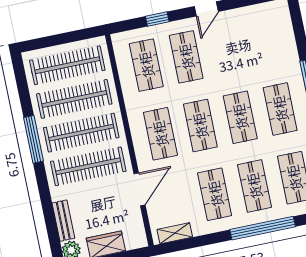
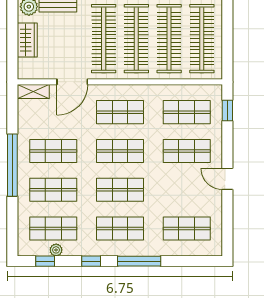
window: (157, 19) -> (227, 110), moved
shop shelf: (266, 40) -> (187, 229), added
door: (140, 189) -> (72, 82), hinge flipped
window: (263, 228) -> (12, 165), moved
shelving: (175, 233) -> (33, 92), moved, turned 90

